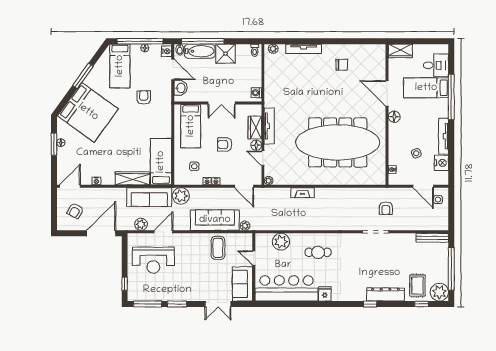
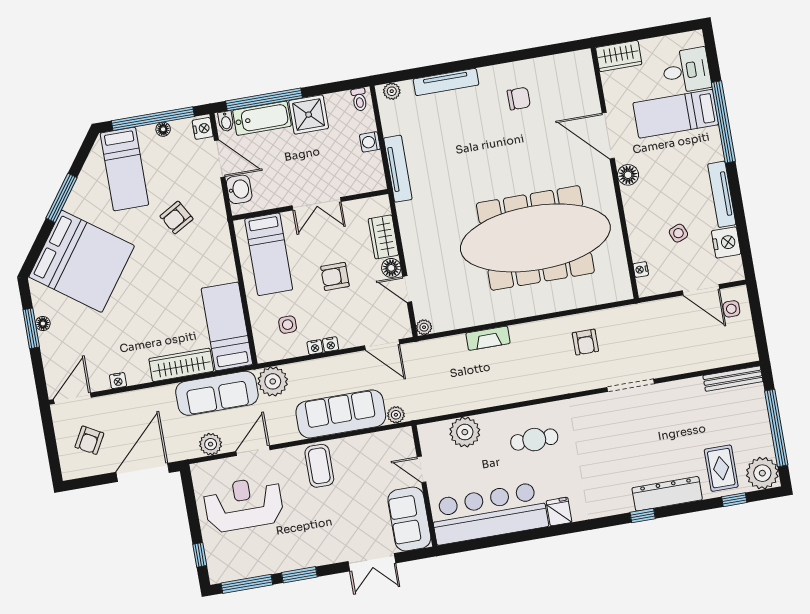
washing machine: (256, 93) -> (370, 142), moved
armchair: (144, 97) -> (176, 218), turned -120
tv unit: (269, 126) -> (398, 169), moved
armchair: (386, 208) -> (585, 342), moved
coffee table: (218, 248) -> (319, 466), moved
reception desk: (153, 260) -> (244, 504), turned 180

